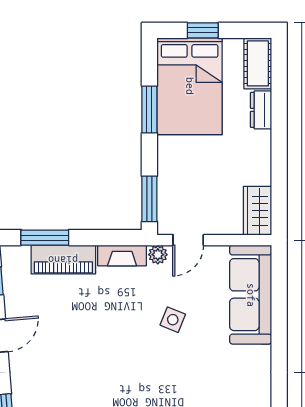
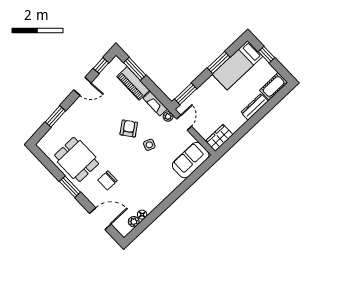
bed: (190, 86) -> (237, 65), width x0.67
dresser: (261, 110) -> (254, 107), width x1.44
door: (188, 240) -> (184, 123), swing flipped
sofa: (251, 295) -> (191, 160), width x0.73
armchair: (122, 327) -> (129, 128), added

